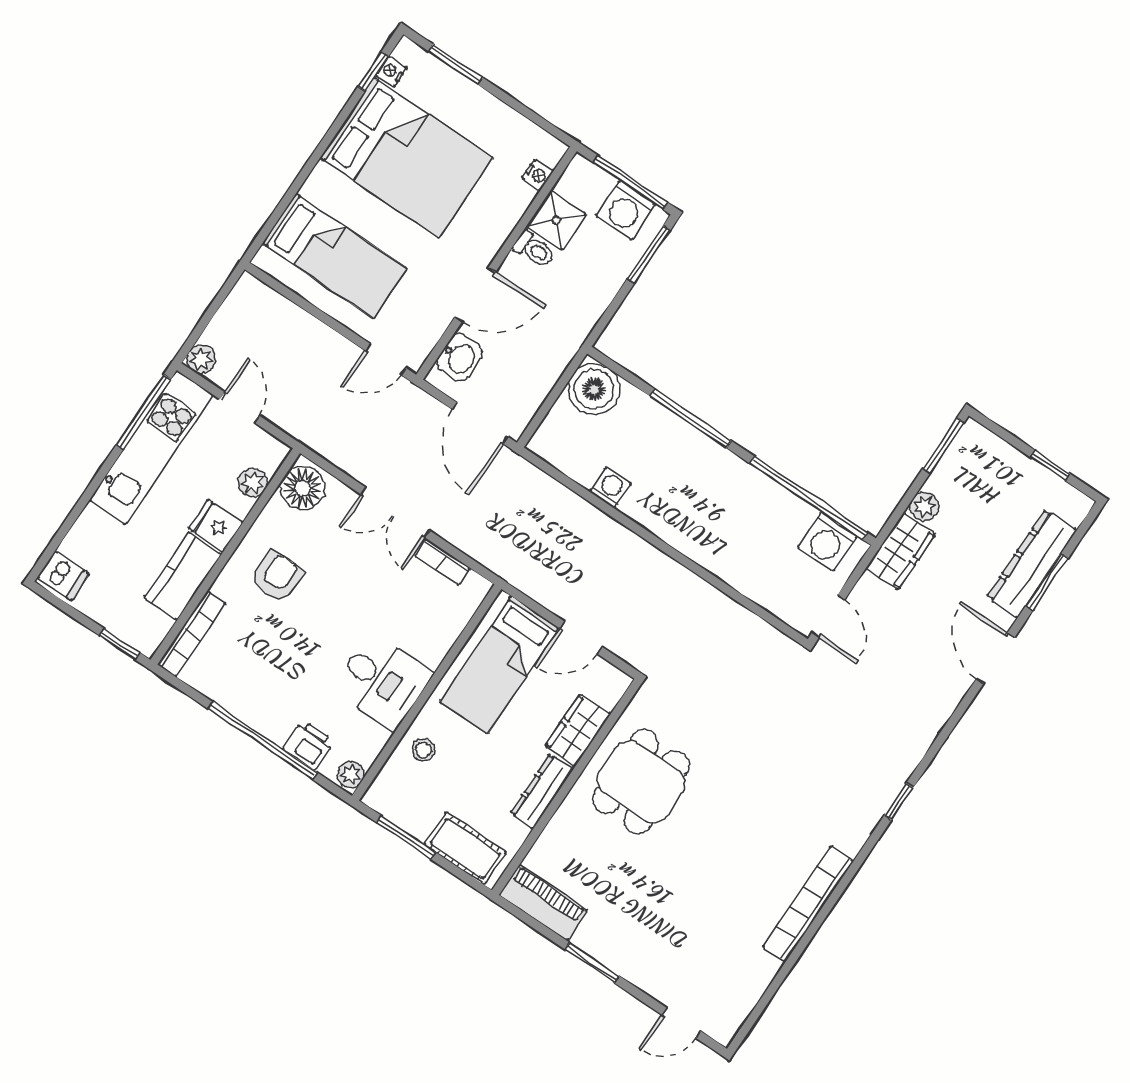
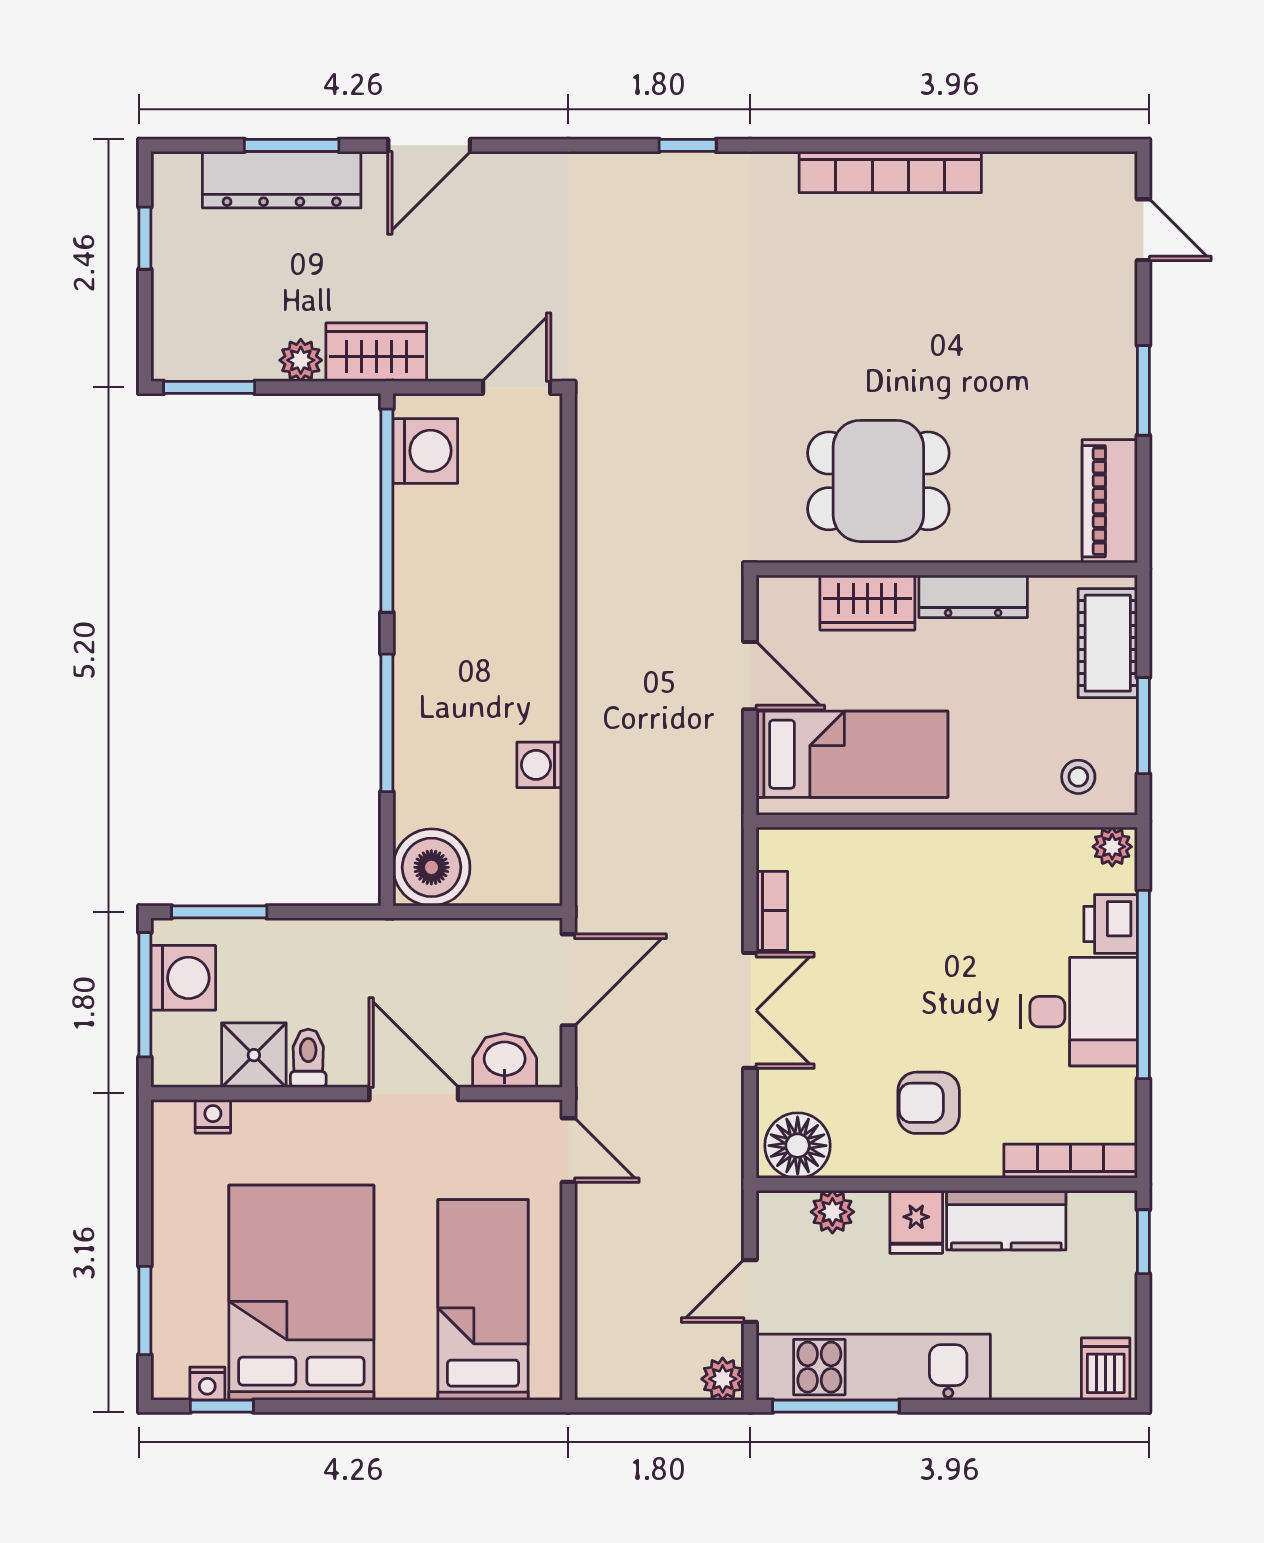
desk: (382, 681) -> (1079, 1012), moved, turned 90
stool: (423, 750) -> (1078, 777), moved

